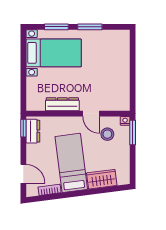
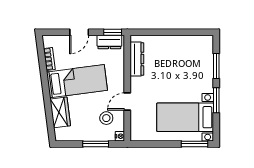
window: (133, 48) -> (194, 144), added
bed with nightstands: (54, 53) -> (185, 117), moved, turned 90
dresser: (62, 104) -> (137, 59), moved
window: (133, 133) -> (96, 144), moved
door: (23, 174) -> (79, 32), moved

